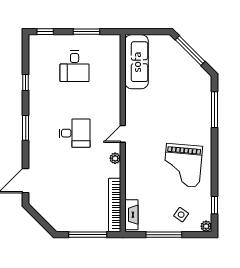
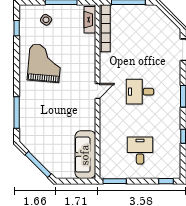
window: (87, 32) -> (115, 181), moved
plant: (115, 158) -> (104, 69), removed
plant: (206, 226) -> (24, 10), removed

